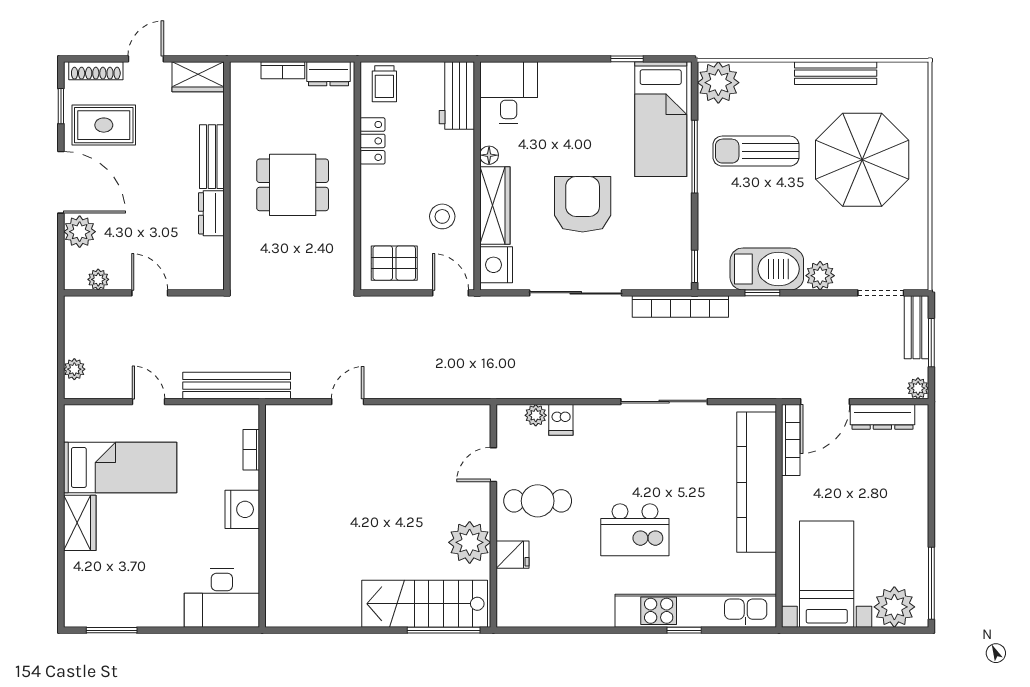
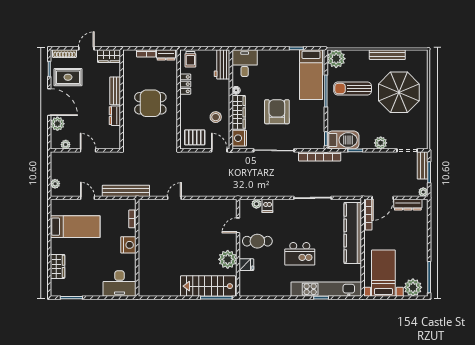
barbecue: (767, 269) -> (343, 140), moved
wardrobe: (80, 523) -> (57, 266), moved

